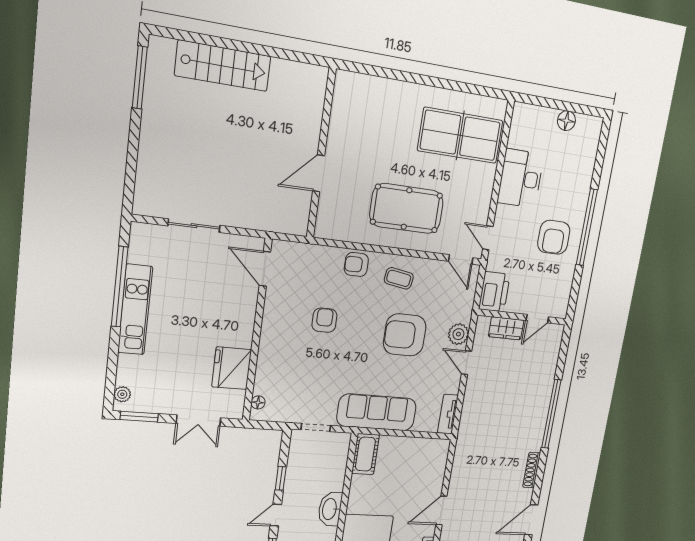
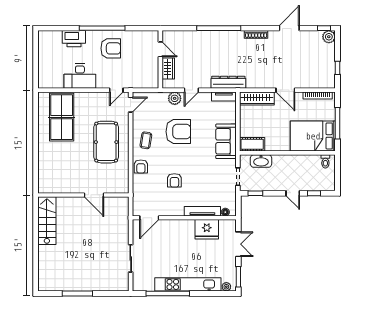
stairs: (223, 66) -> (47, 221), moved
window: (140, 77) -> (77, 294), moved
floor lamp: (566, 121) -> (43, 54), removed
printer: (494, 292) -> (74, 39), moved, turned 180
kitchen unit: (135, 310) -> (188, 284), width x1.36
armchair: (324, 320) -> (174, 180), turned -90
armchair: (405, 335) -> (178, 132), turned -90
tv unit: (265, 363) -> (202, 211), added
sofa: (377, 412) -> (226, 141), width x0.73
dresser: (468, 423) -> (228, 82), added
wardrobe: (436, 466) -> (257, 99), added
window: (281, 478) -> (255, 193), moved
washbasin: (330, 509) -> (261, 161), moved
door: (531, 520) -> (289, 28), swing flipped

